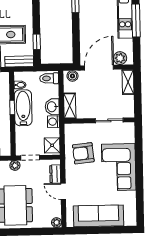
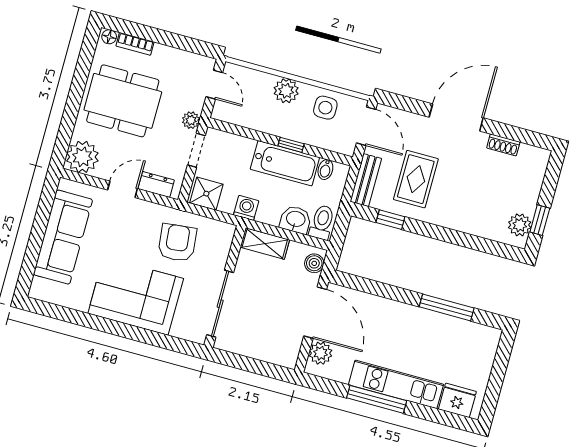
shelving: (128, 82) -> (276, 355), removed
washbasin: (52, 107) -> (296, 220), moved
sliding door: (109, 120) -> (220, 304), width x1.37
plant: (56, 222) -> (82, 157), width x1.88, depth x1.88

